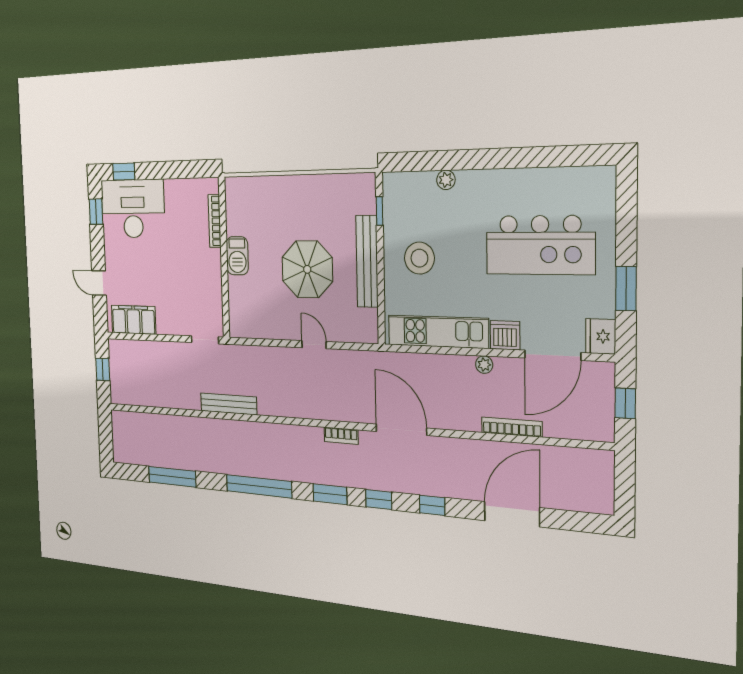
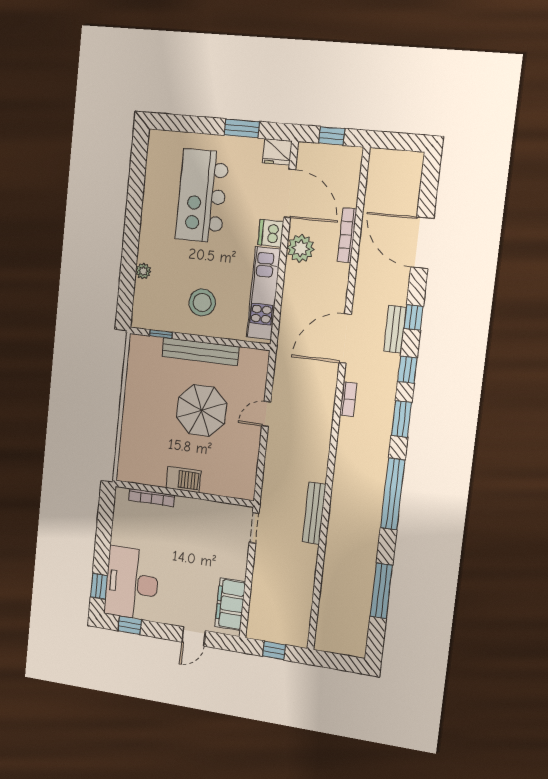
kitchen island: (540, 245) -> (202, 196), turned 180
plant: (484, 365) -> (301, 248), width x1.88, depth x1.88
bench: (418, 485) -> (395, 329), added

